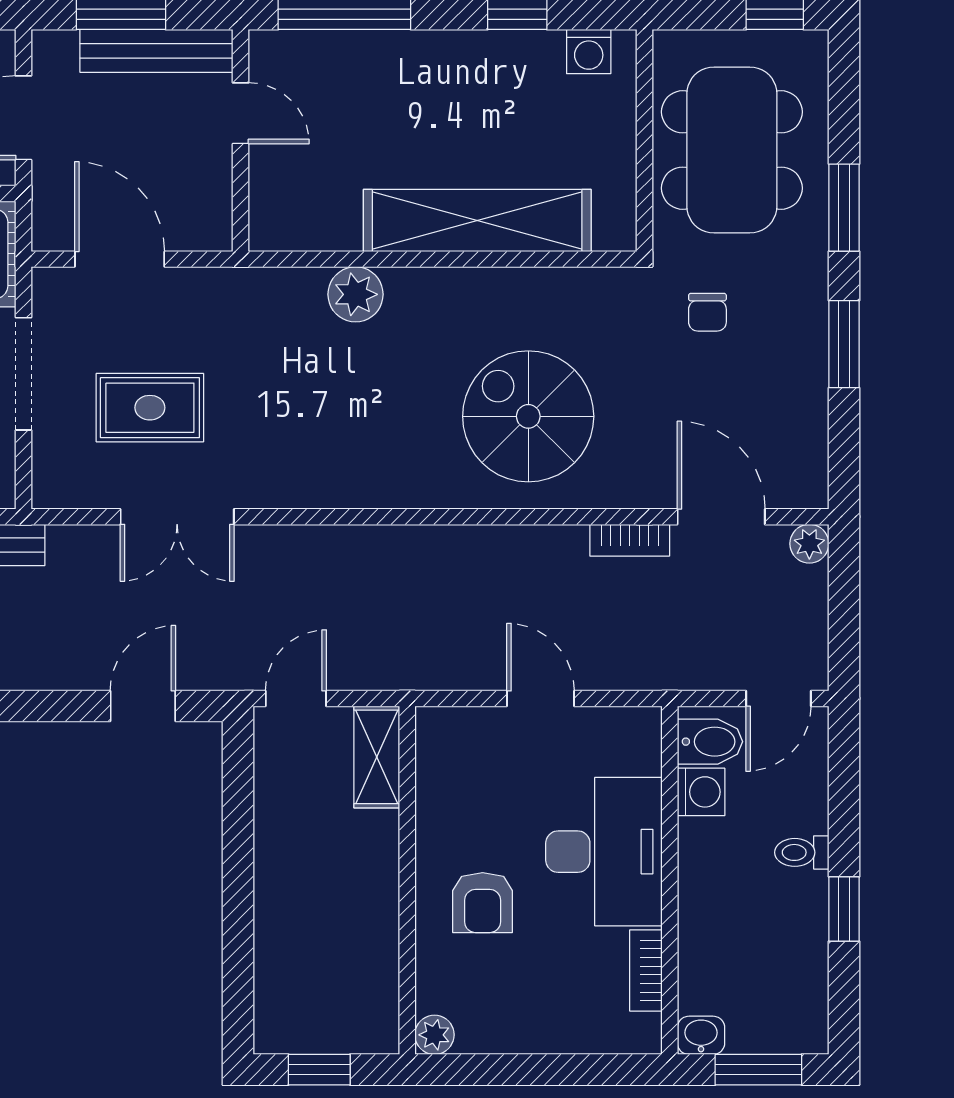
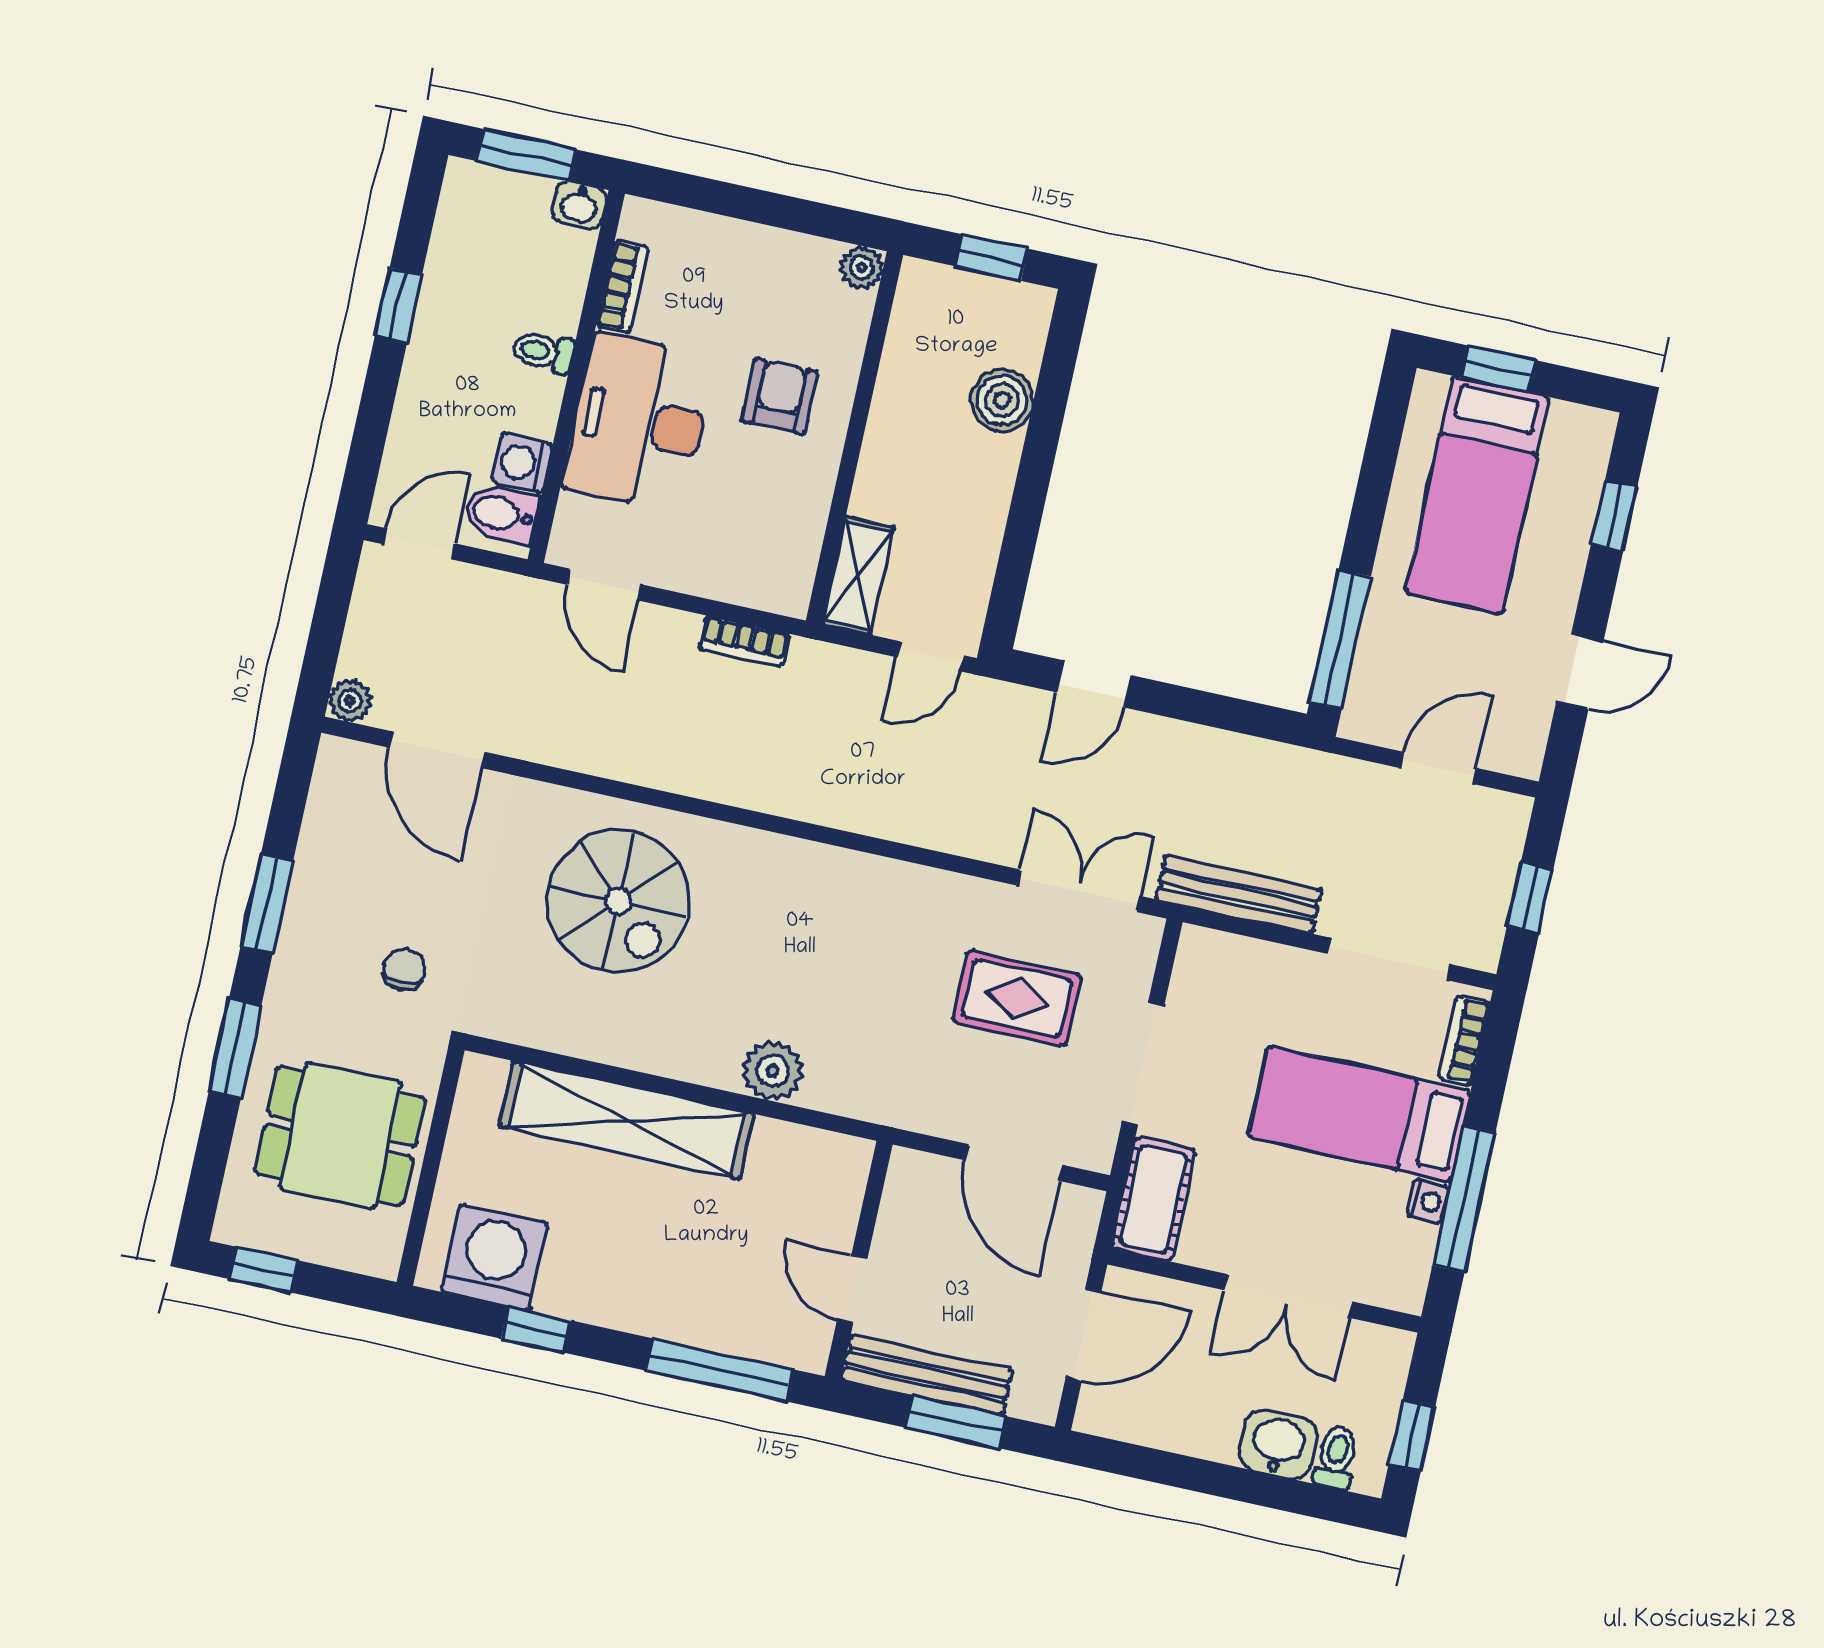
washing machine: (589, 52) -> (494, 1257), width x1.89, depth x1.89
dining table: (732, 150) -> (340, 1136), width x0.73
double door: (177, 517) -> (1078, 891), moved
bookcase: (630, 540) -> (744, 641), moved, turned 180
door: (540, 698) -> (604, 584), moved
toilet: (802, 852) -> (543, 352), moved, turned 180
boiler: (282, 943) -> (1002, 400), added

